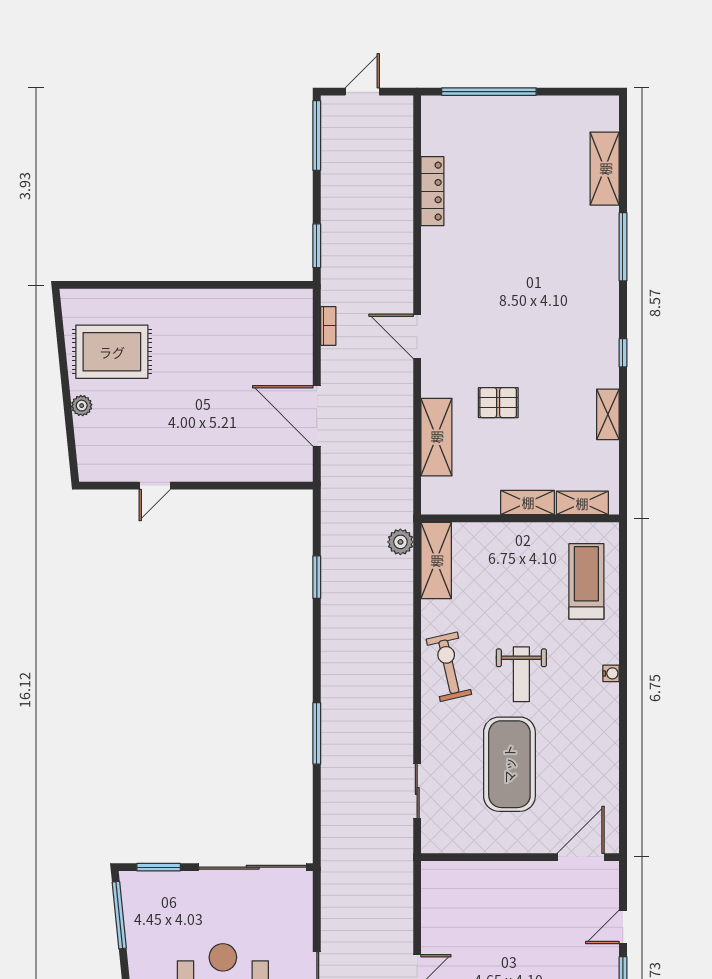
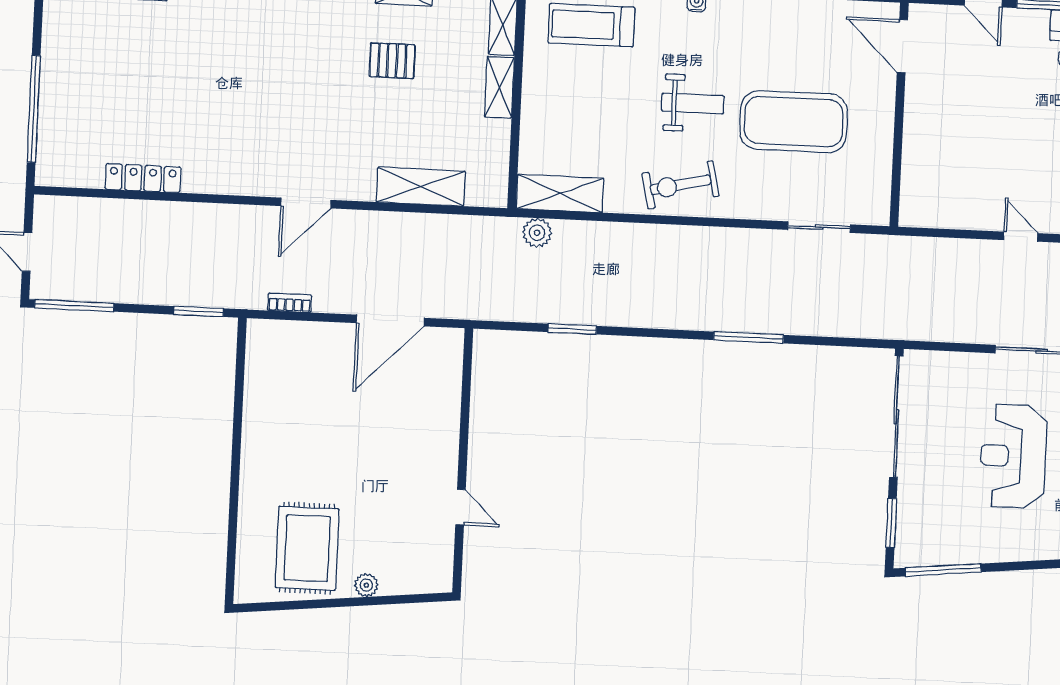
pallet: (498, 403) -> (392, 61), moved, turned 90

